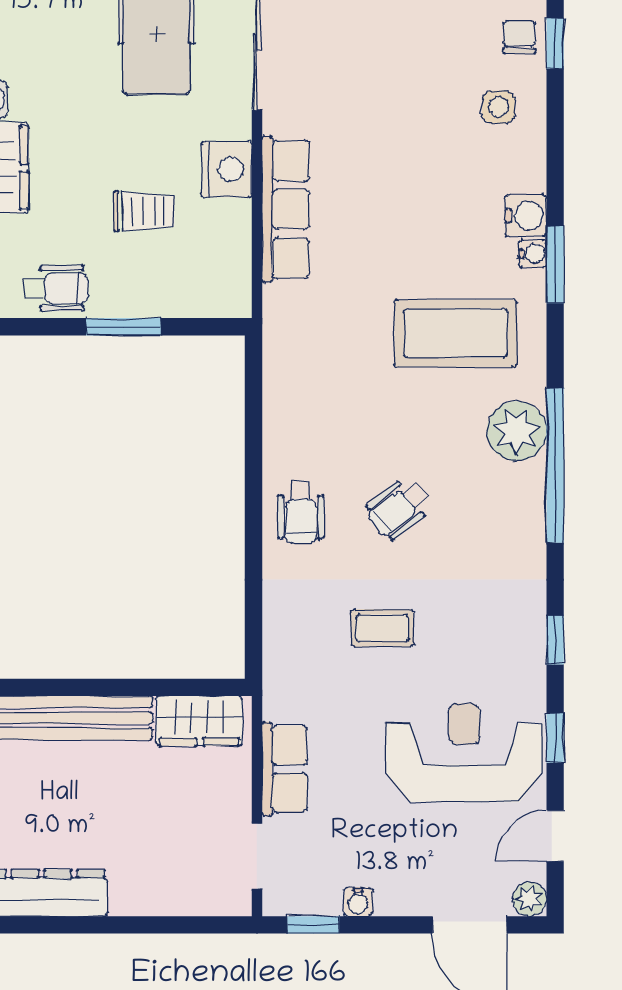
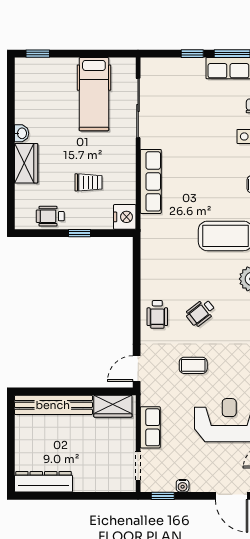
nightstand: (226, 169) -> (125, 217), moved
wheelchair: (57, 288) -> (50, 216), turned 180
window: (123, 327) -> (79, 233), width x0.67
door: (254, 635) -> (137, 369), added

